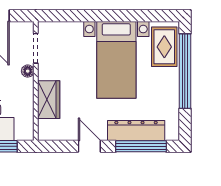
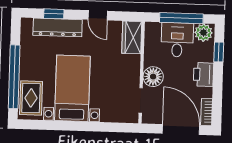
floor lamp: (28, 71) -> (153, 77), width x1.89, depth x1.89
wardrobe: (49, 100) -> (132, 37), moved
window: (141, 146) -> (54, 14), width x0.46

